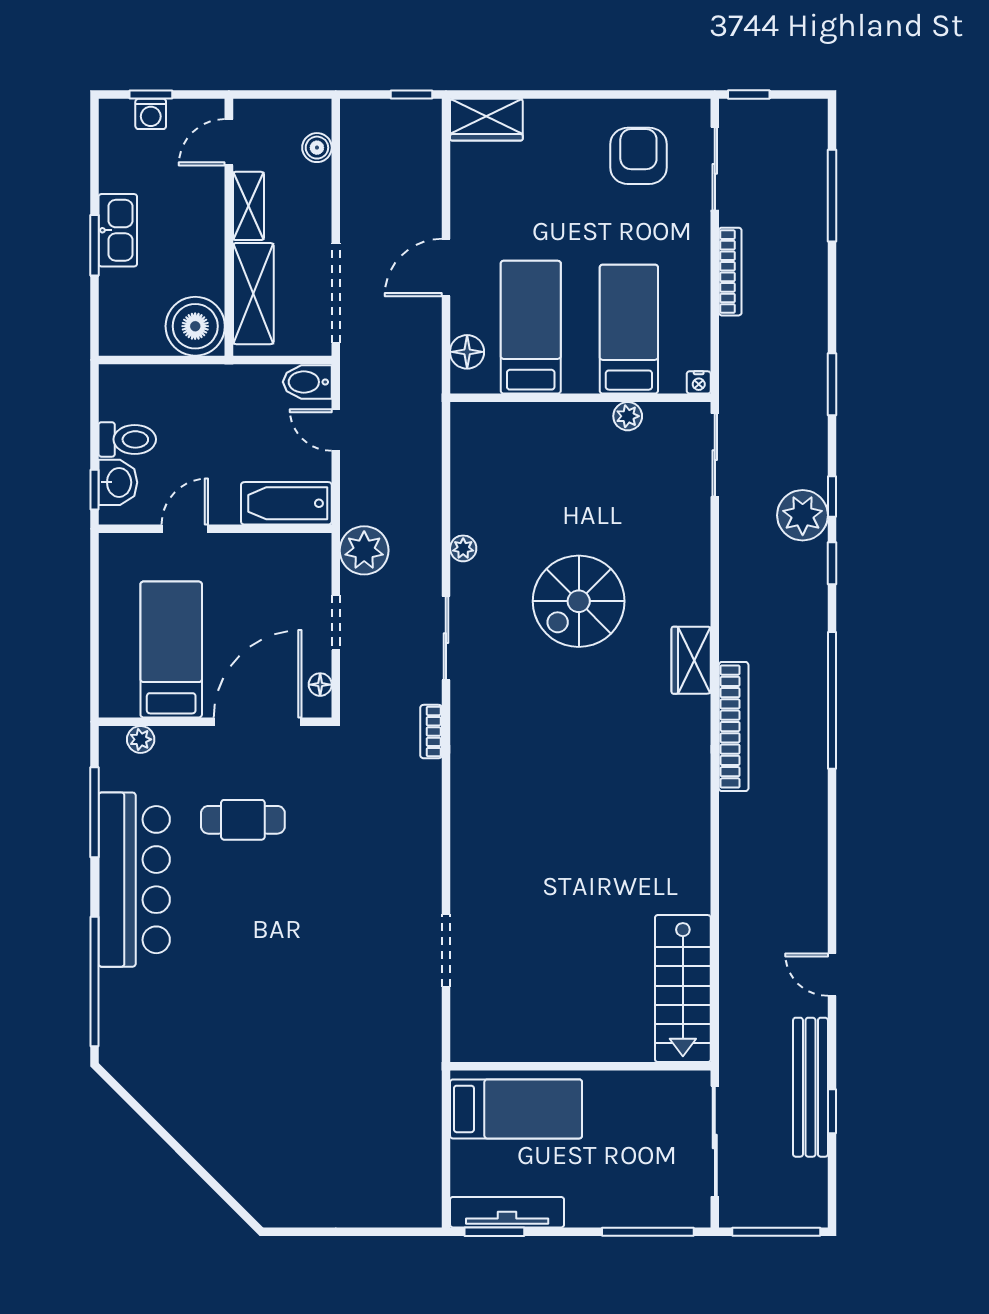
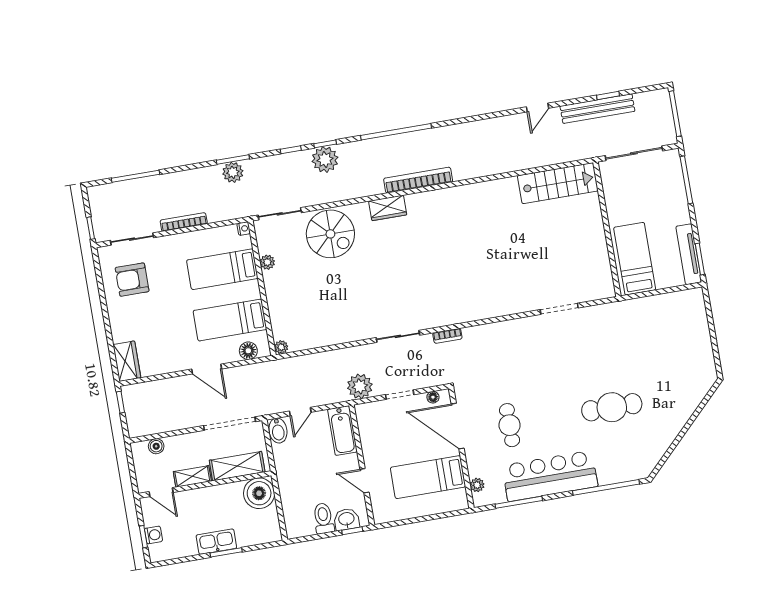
plant: (808, 380) -> (233, 172), added
plant: (803, 515) -> (325, 159), moved
plant: (463, 548) -> (281, 347), moved
spiral stairs: (579, 601) -> (330, 234), moved
cafe table: (244, 1018) -> (612, 407), added

